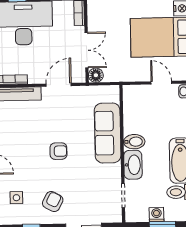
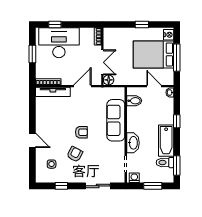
bidet: (134, 142) -> (134, 101), moved
armchair: (53, 202) -> (75, 154), moved
washing machine: (157, 215) -> (134, 178), moved

